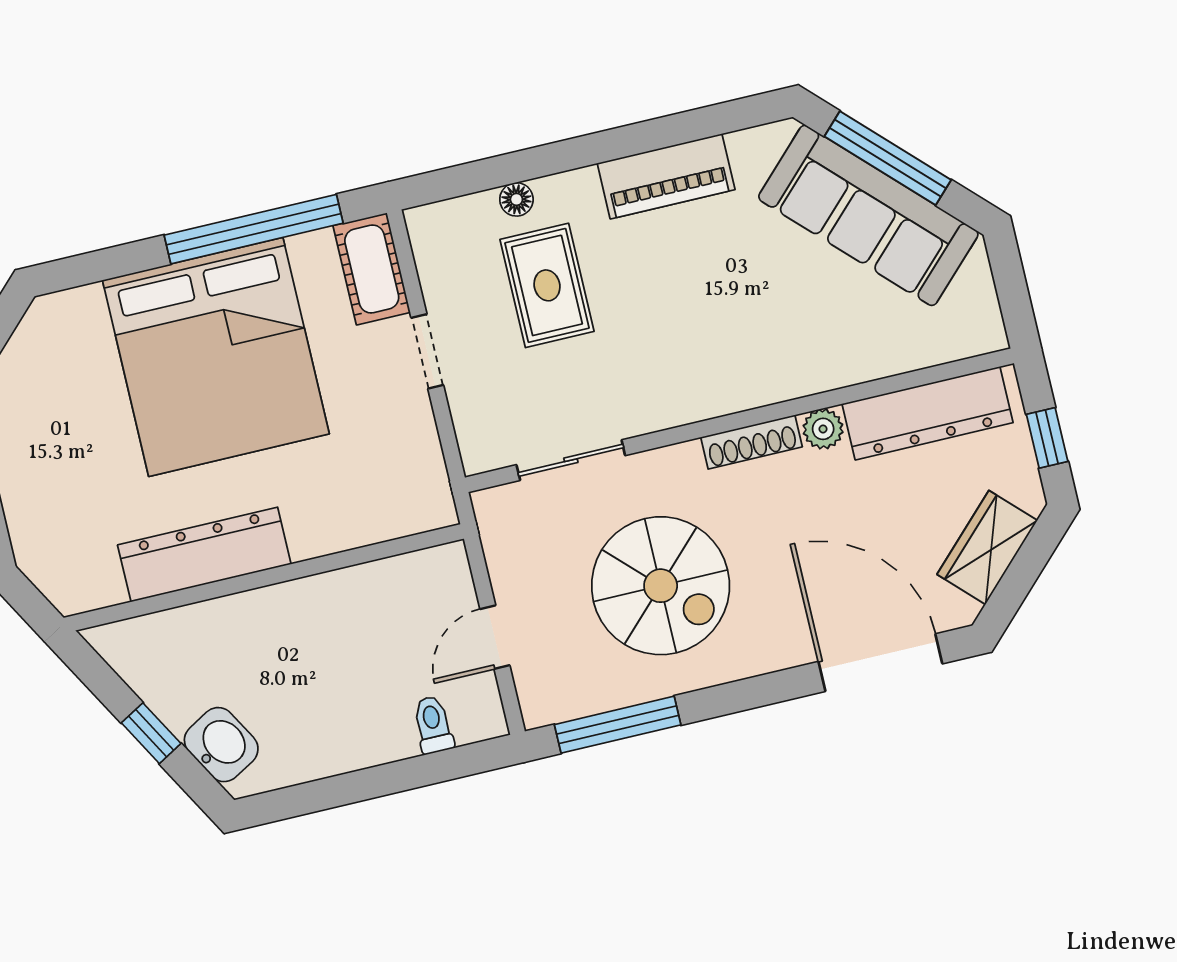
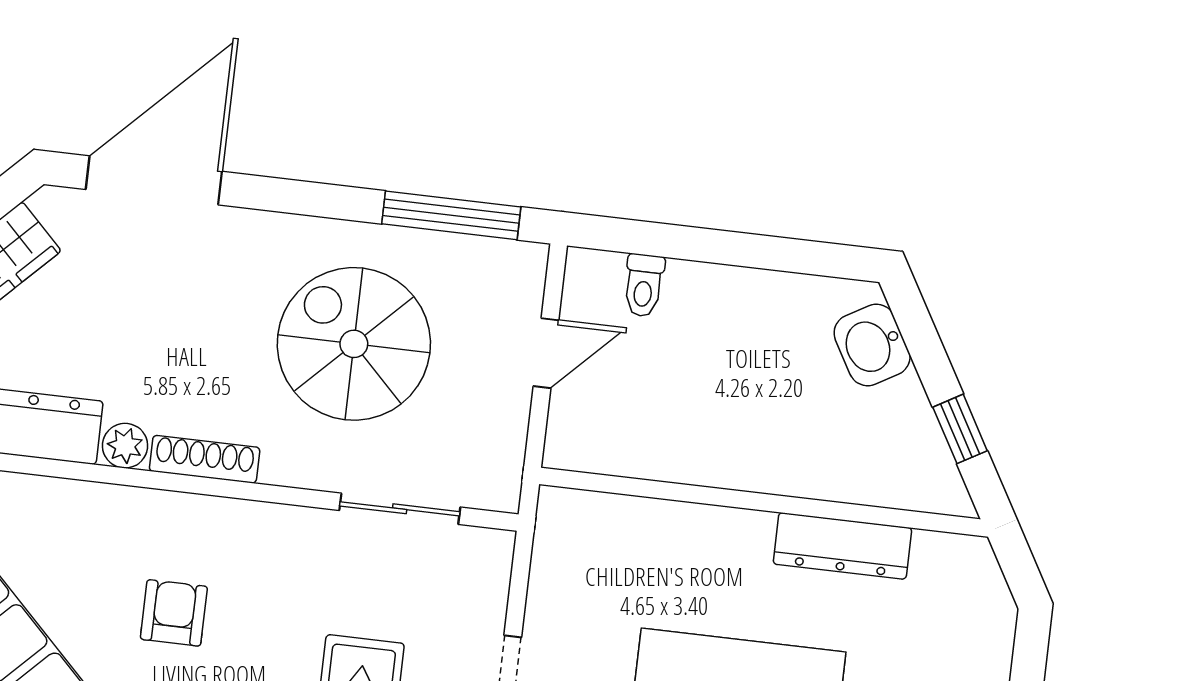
armchair: (730, 302) -> (174, 613), added
dresser: (204, 555) -> (842, 546), width x0.73, depth x0.80
door: (880, 663) -> (154, 180), swing flipped
window: (151, 733) -> (960, 429), moved

